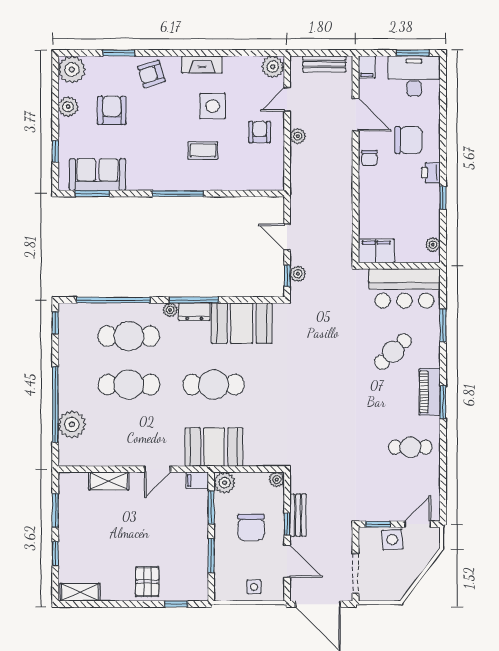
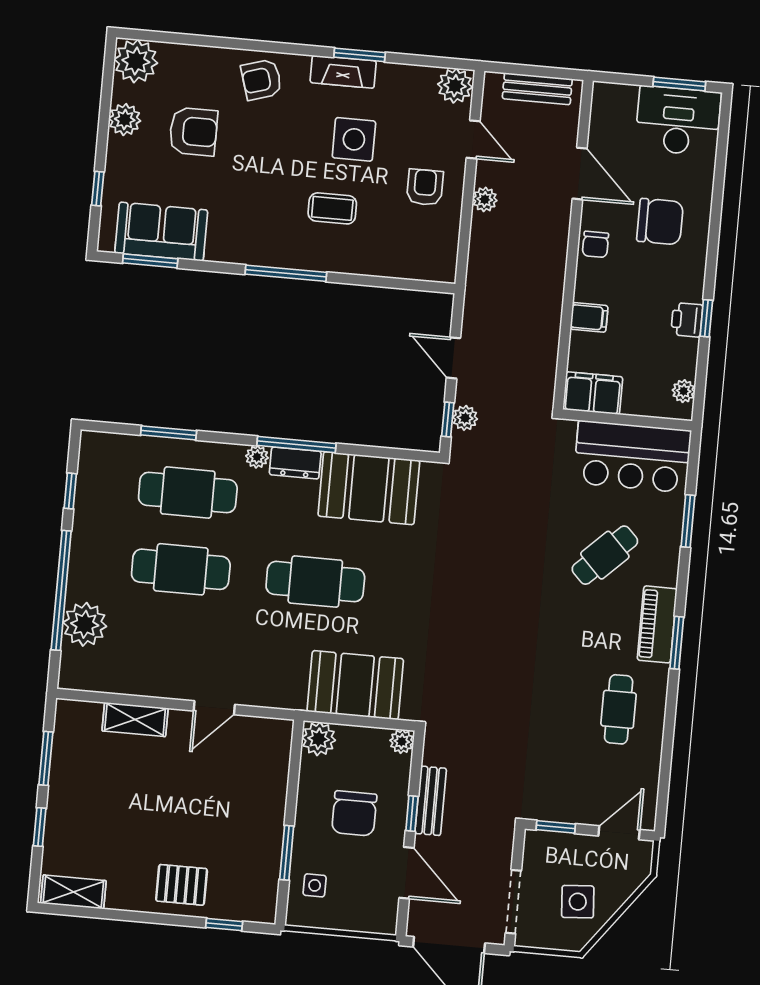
window: (119, 53) -> (360, 55), moved
filing cabinet: (367, 67) -> (589, 317), moved, turned -90
door: (287, 99) -> (473, 140), swing flipped
armchair: (112, 110) -> (193, 132), turned 90
printer: (431, 173) -> (687, 320), moved
window: (113, 300) -> (169, 433), width x0.47
window: (55, 323) -> (70, 491), moved
booth: (214, 447) -> (355, 685), moved
cafe table: (410, 447) -> (619, 709), turned 90
filing cabinet: (197, 480) -> (275, 731), removed
window: (211, 507) -> (294, 776), removed
side table: (392, 540) -> (578, 902), moved
pallet: (147, 582) -> (182, 885), turned 90
side table: (254, 587) -> (315, 885), moved

